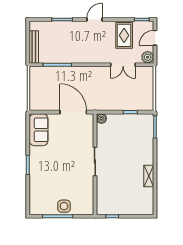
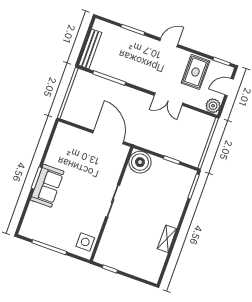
double door: (123, 65) -> (169, 99), moved
boiler: (101, 118) -> (140, 162), width x1.86, depth x1.86
sofa: (39, 130) -> (47, 186), moved
side table: (64, 206) -> (85, 242), moved

